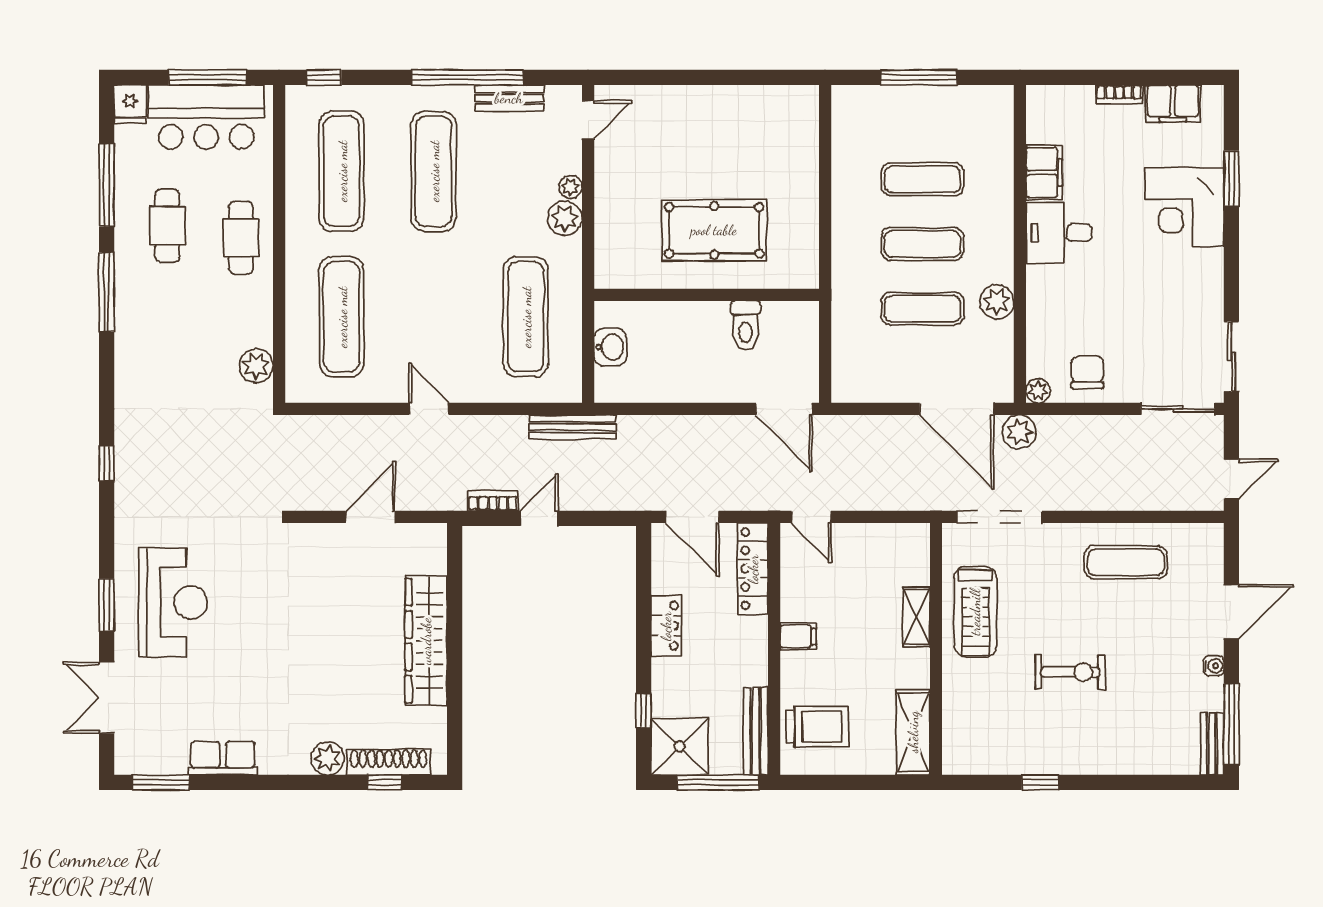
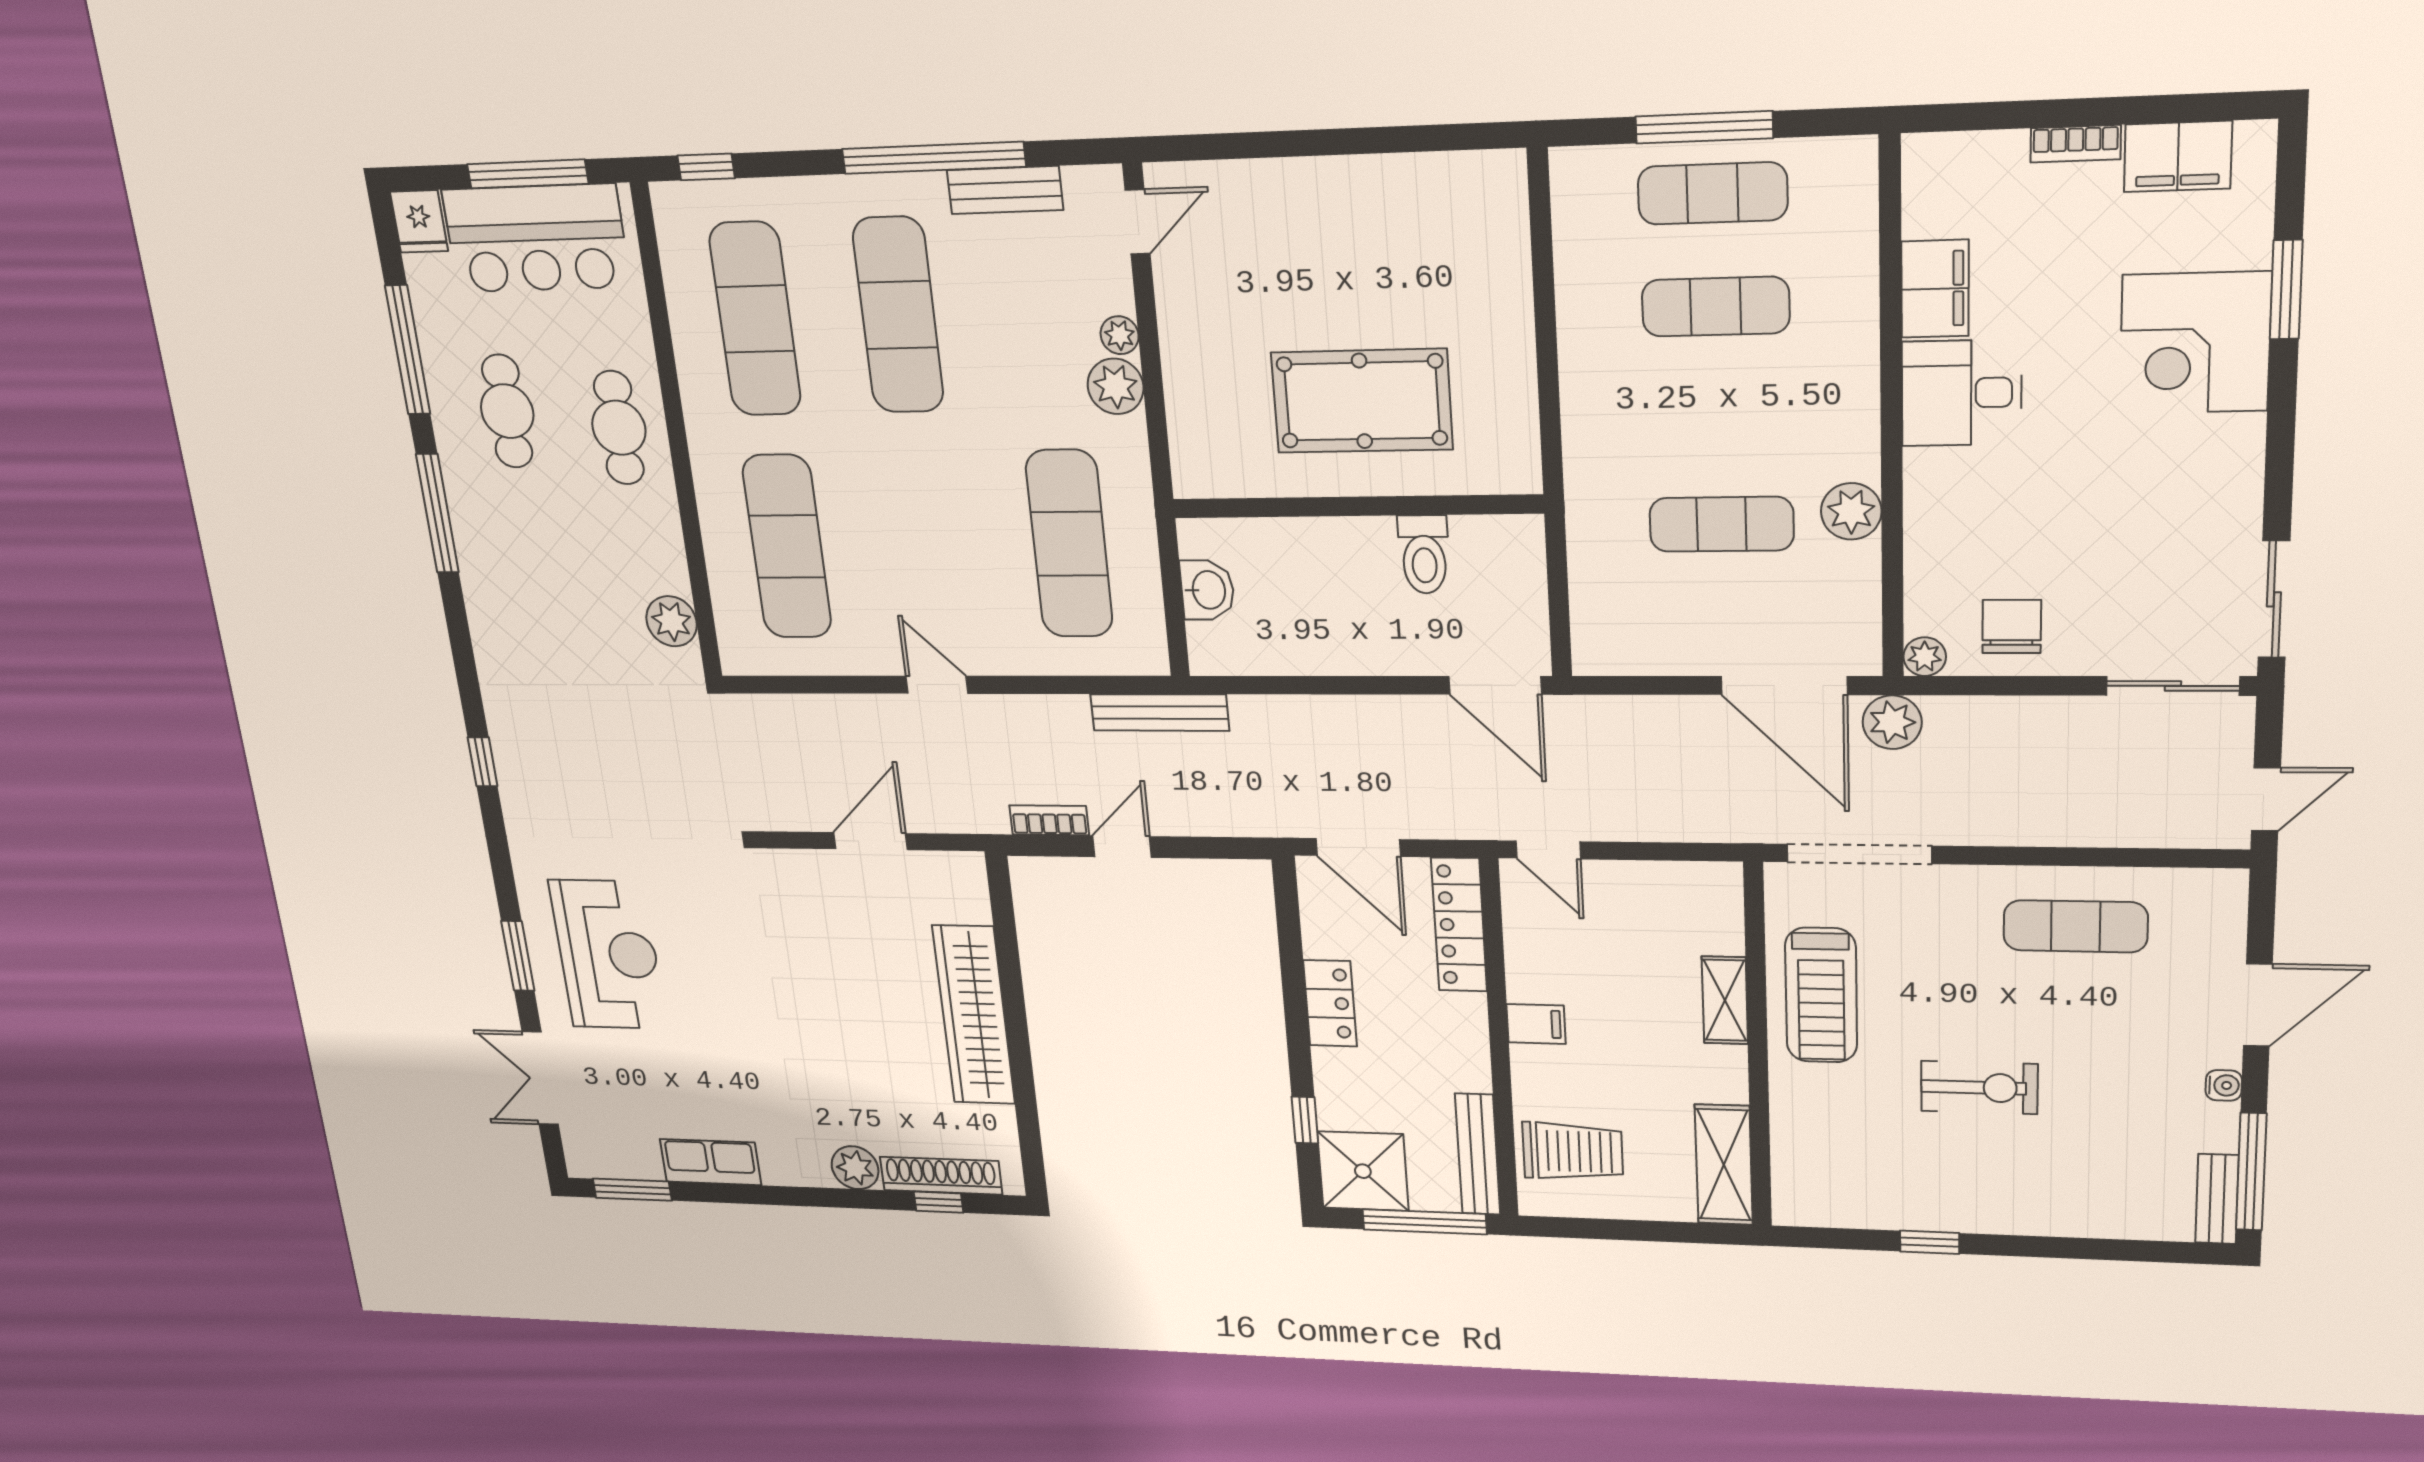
exercise mat: (923, 244) -> (1713, 193), moved

